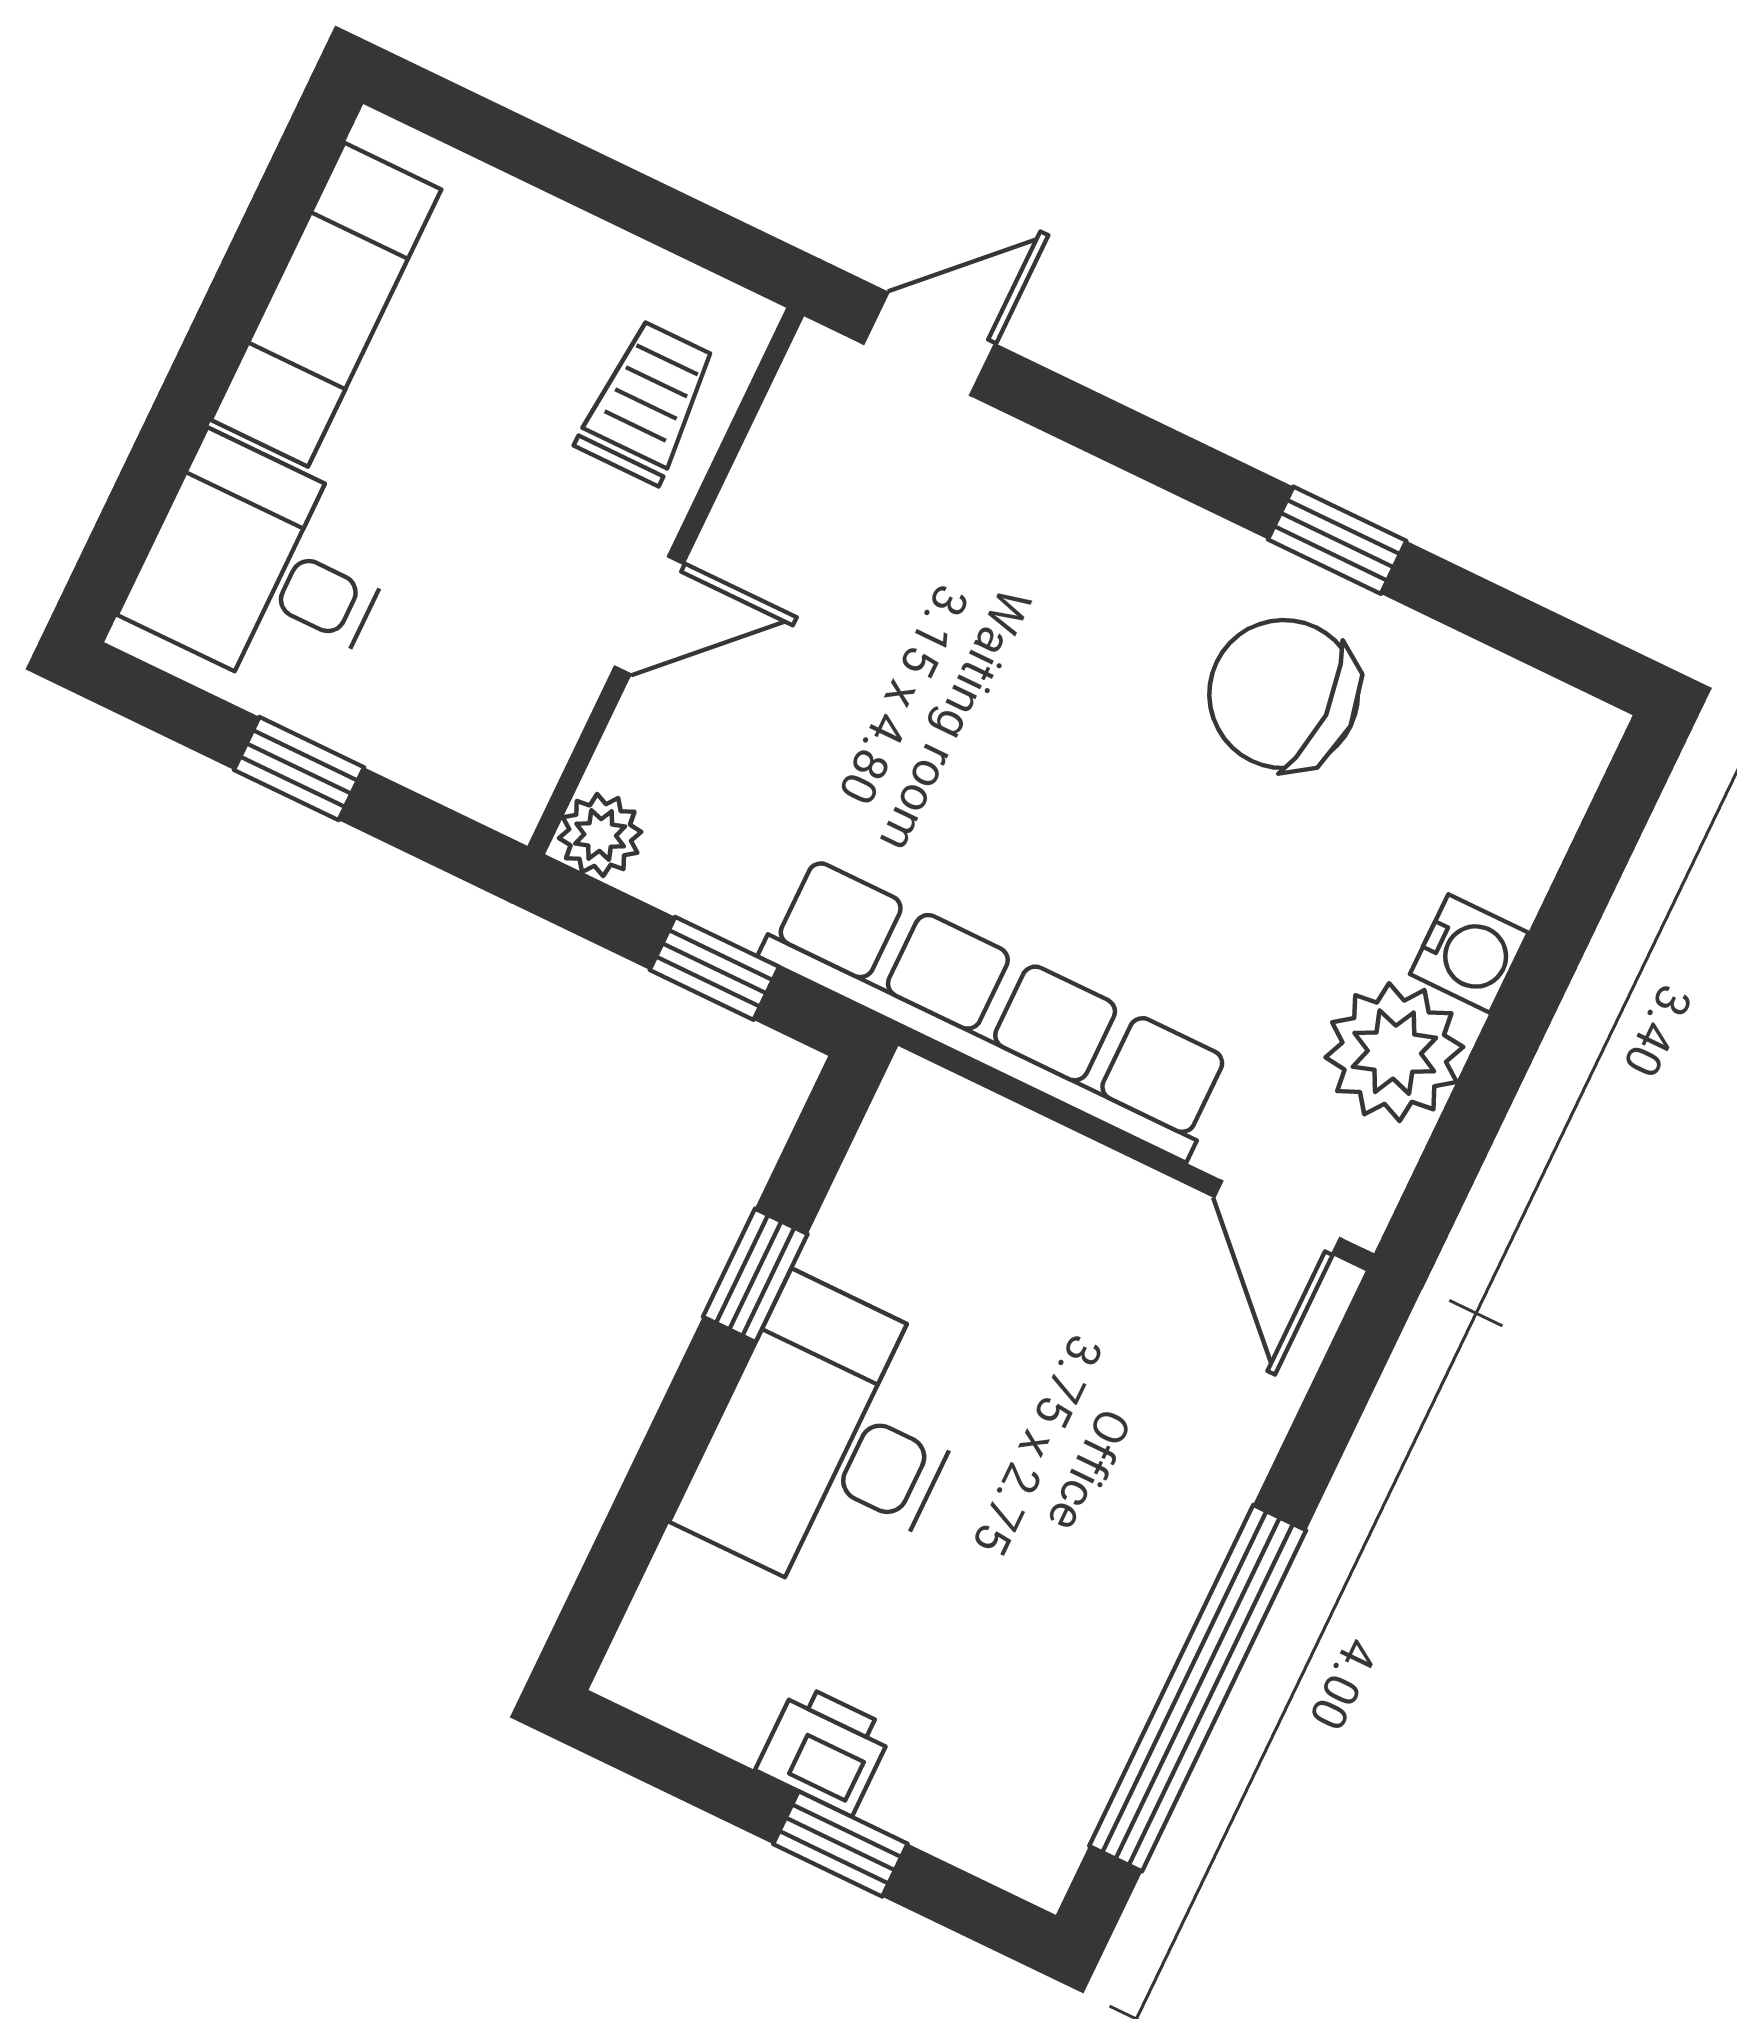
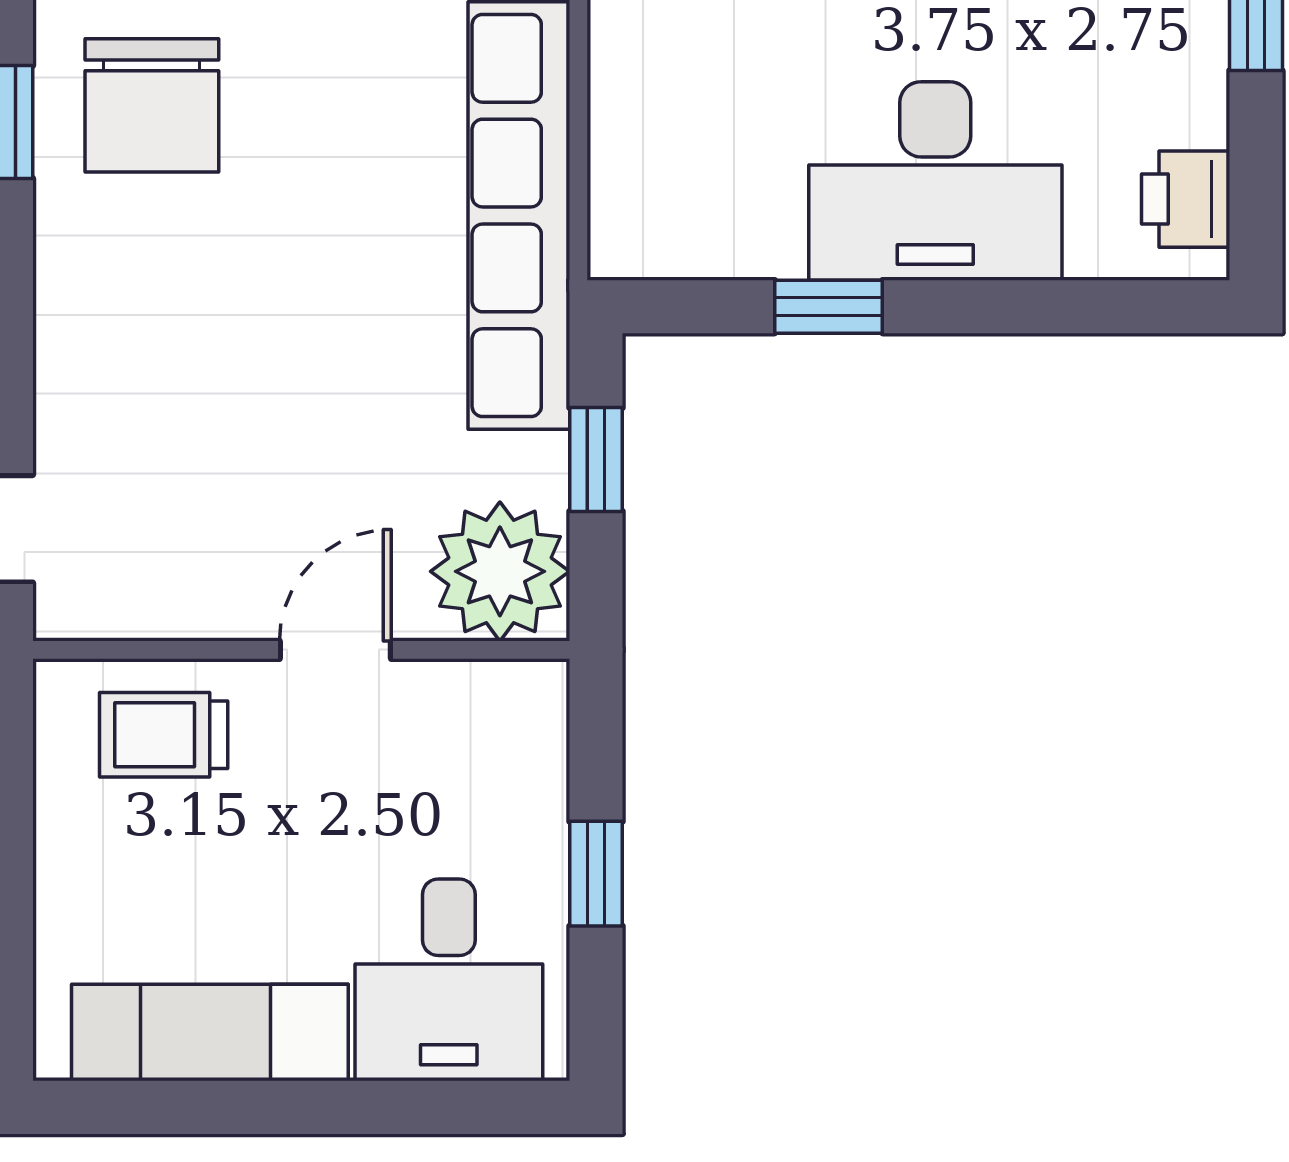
door: (649, 615) -> (335, 650), hinge flipped
plant: (600, 835) -> (500, 571), width x1.88, depth x1.88
printer: (825, 1749) -> (1186, 199), moved

